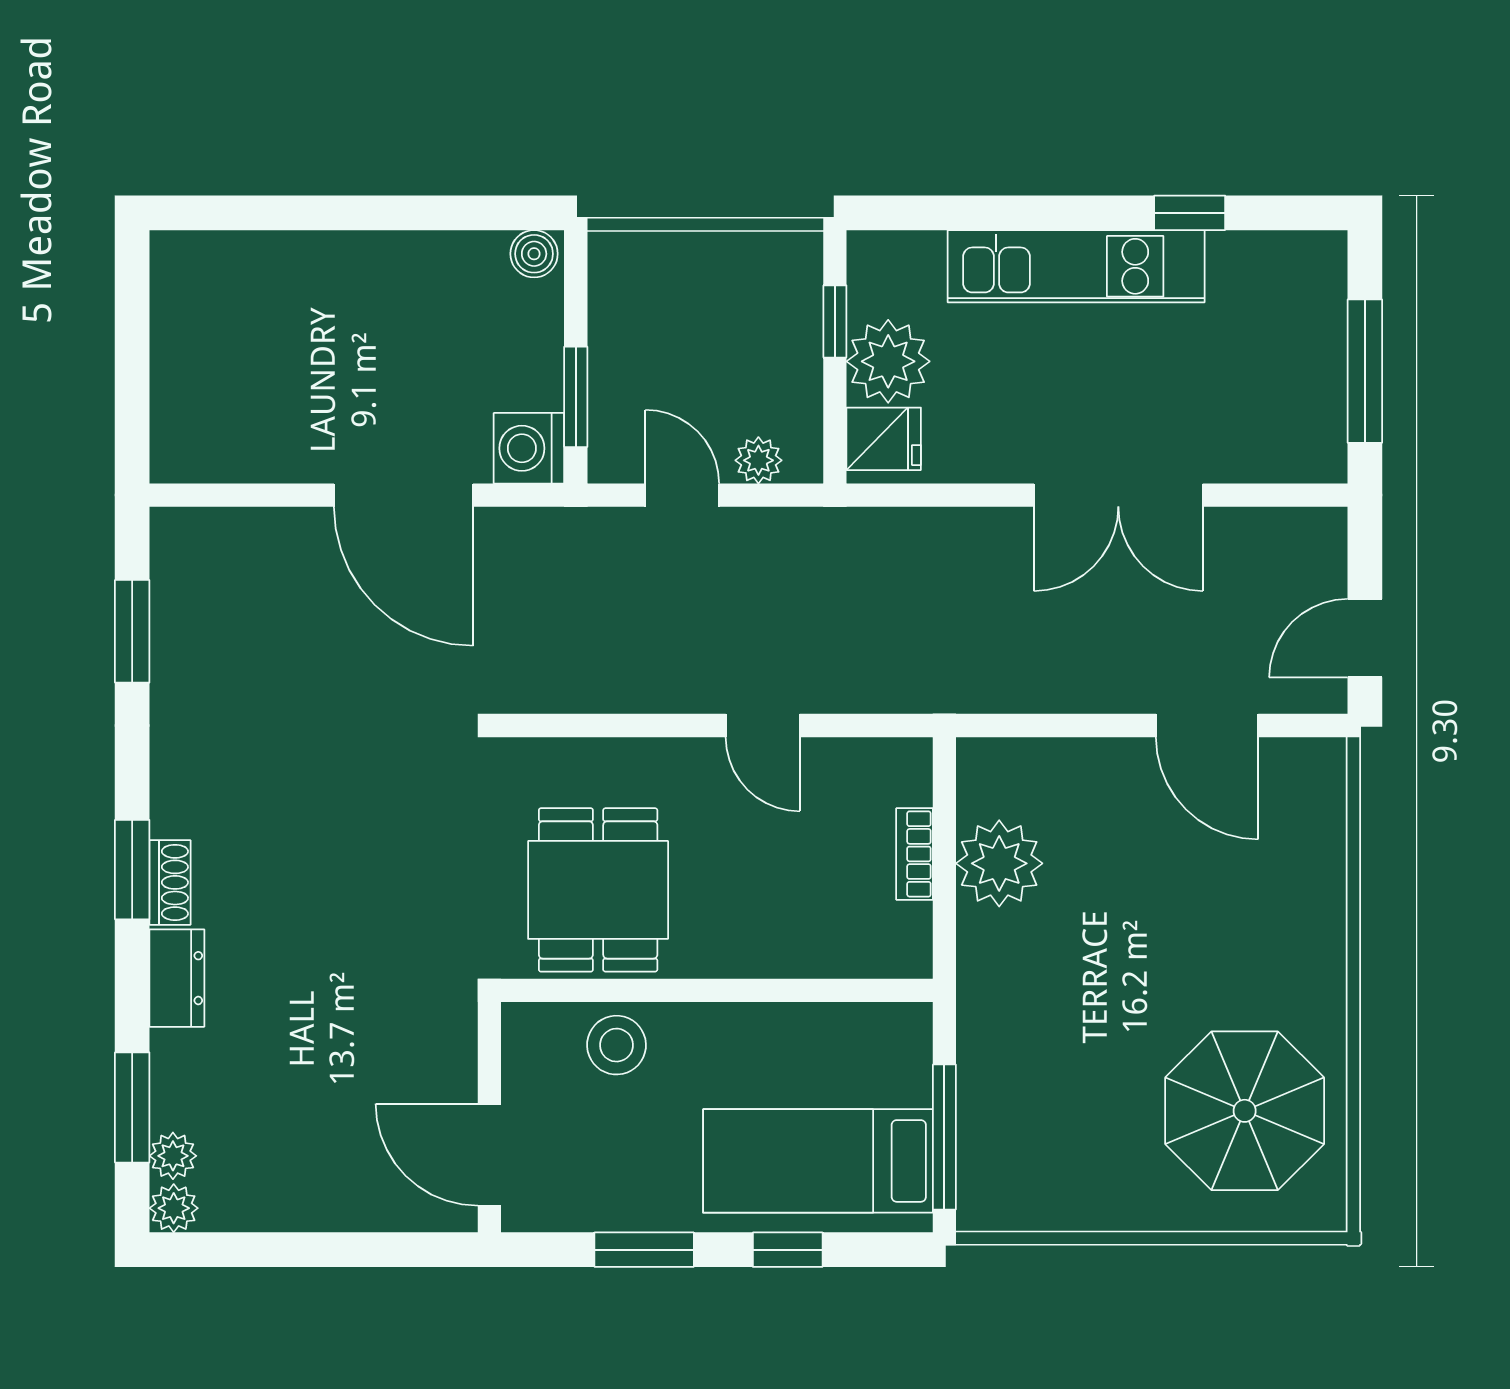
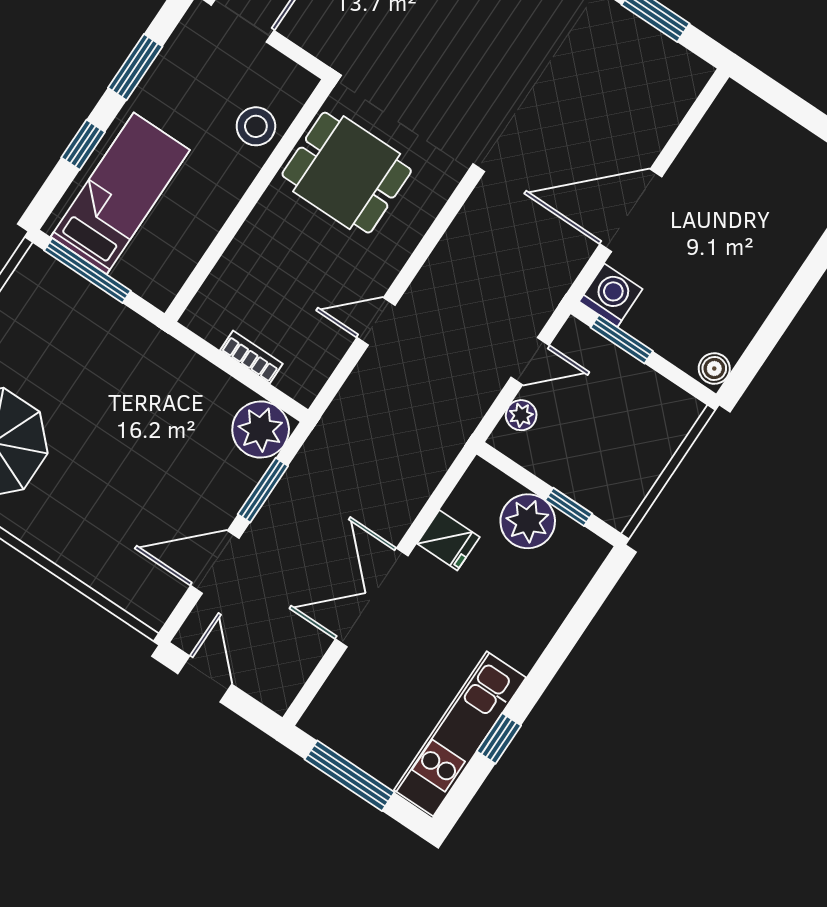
kitchen unit: (1076, 266) -> (460, 734), moved
fridge: (884, 439) -> (448, 540), moved, turned -90
window: (1074, 725) -> (263, 490), added
plant: (999, 863) -> (261, 430), moved

